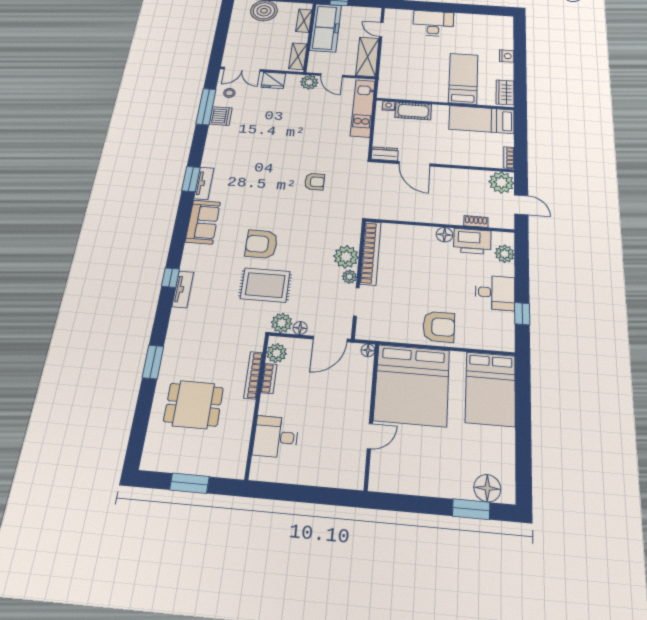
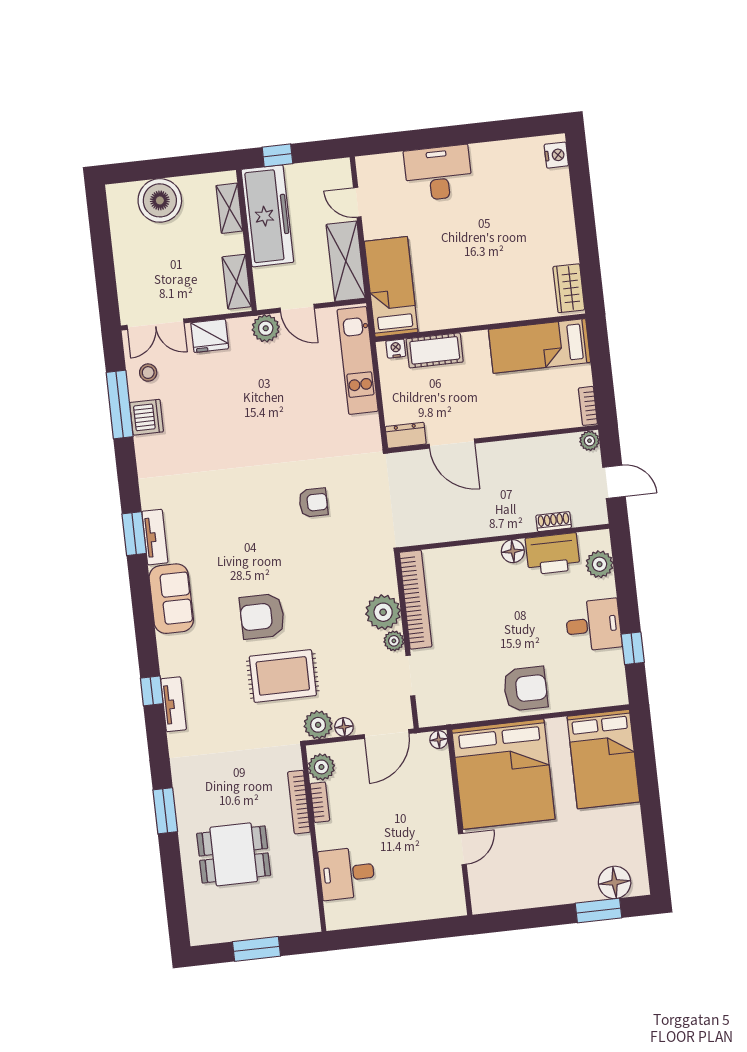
nightstand: (507, 56) -> (556, 155), moved
bed: (463, 79) -> (391, 287), moved
plant: (501, 182) -> (589, 441), width x0.53, depth x0.53

